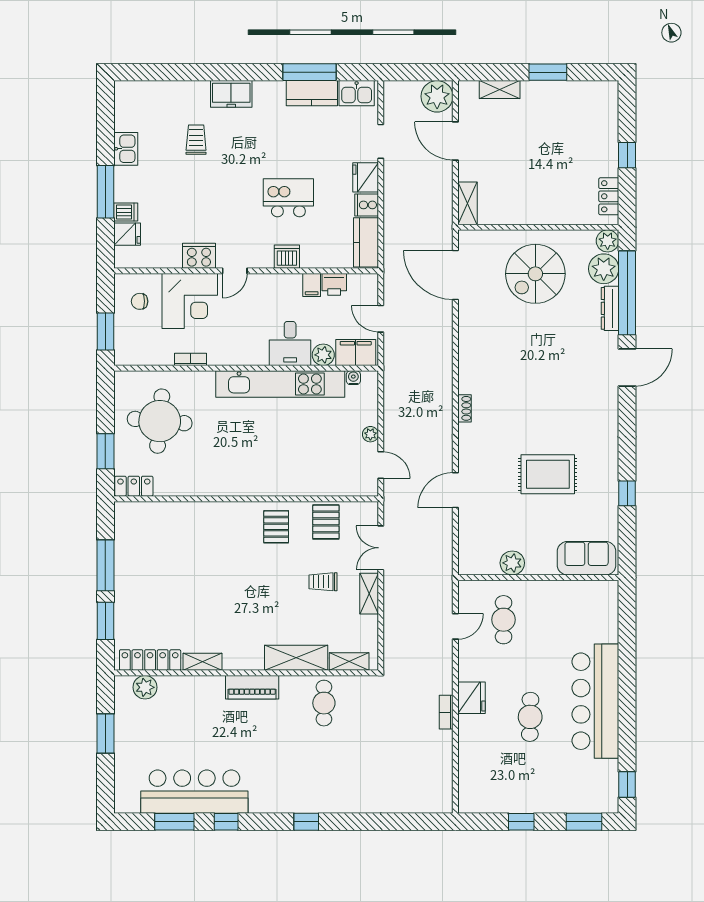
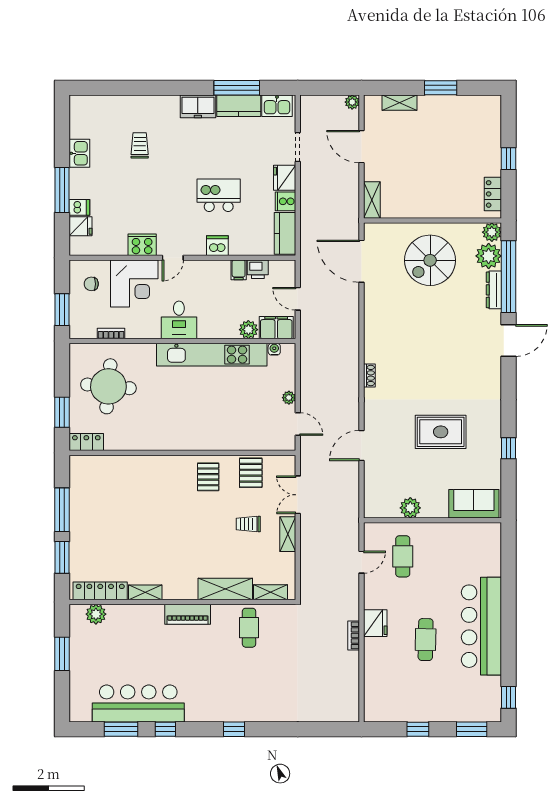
freezer: (231, 94) -> (198, 106), moved
plant: (437, 96) -> (352, 102), width x0.53, depth x0.53
desk: (290, 343) -> (179, 320), moved
bookcase: (191, 359) -> (111, 334), moved

